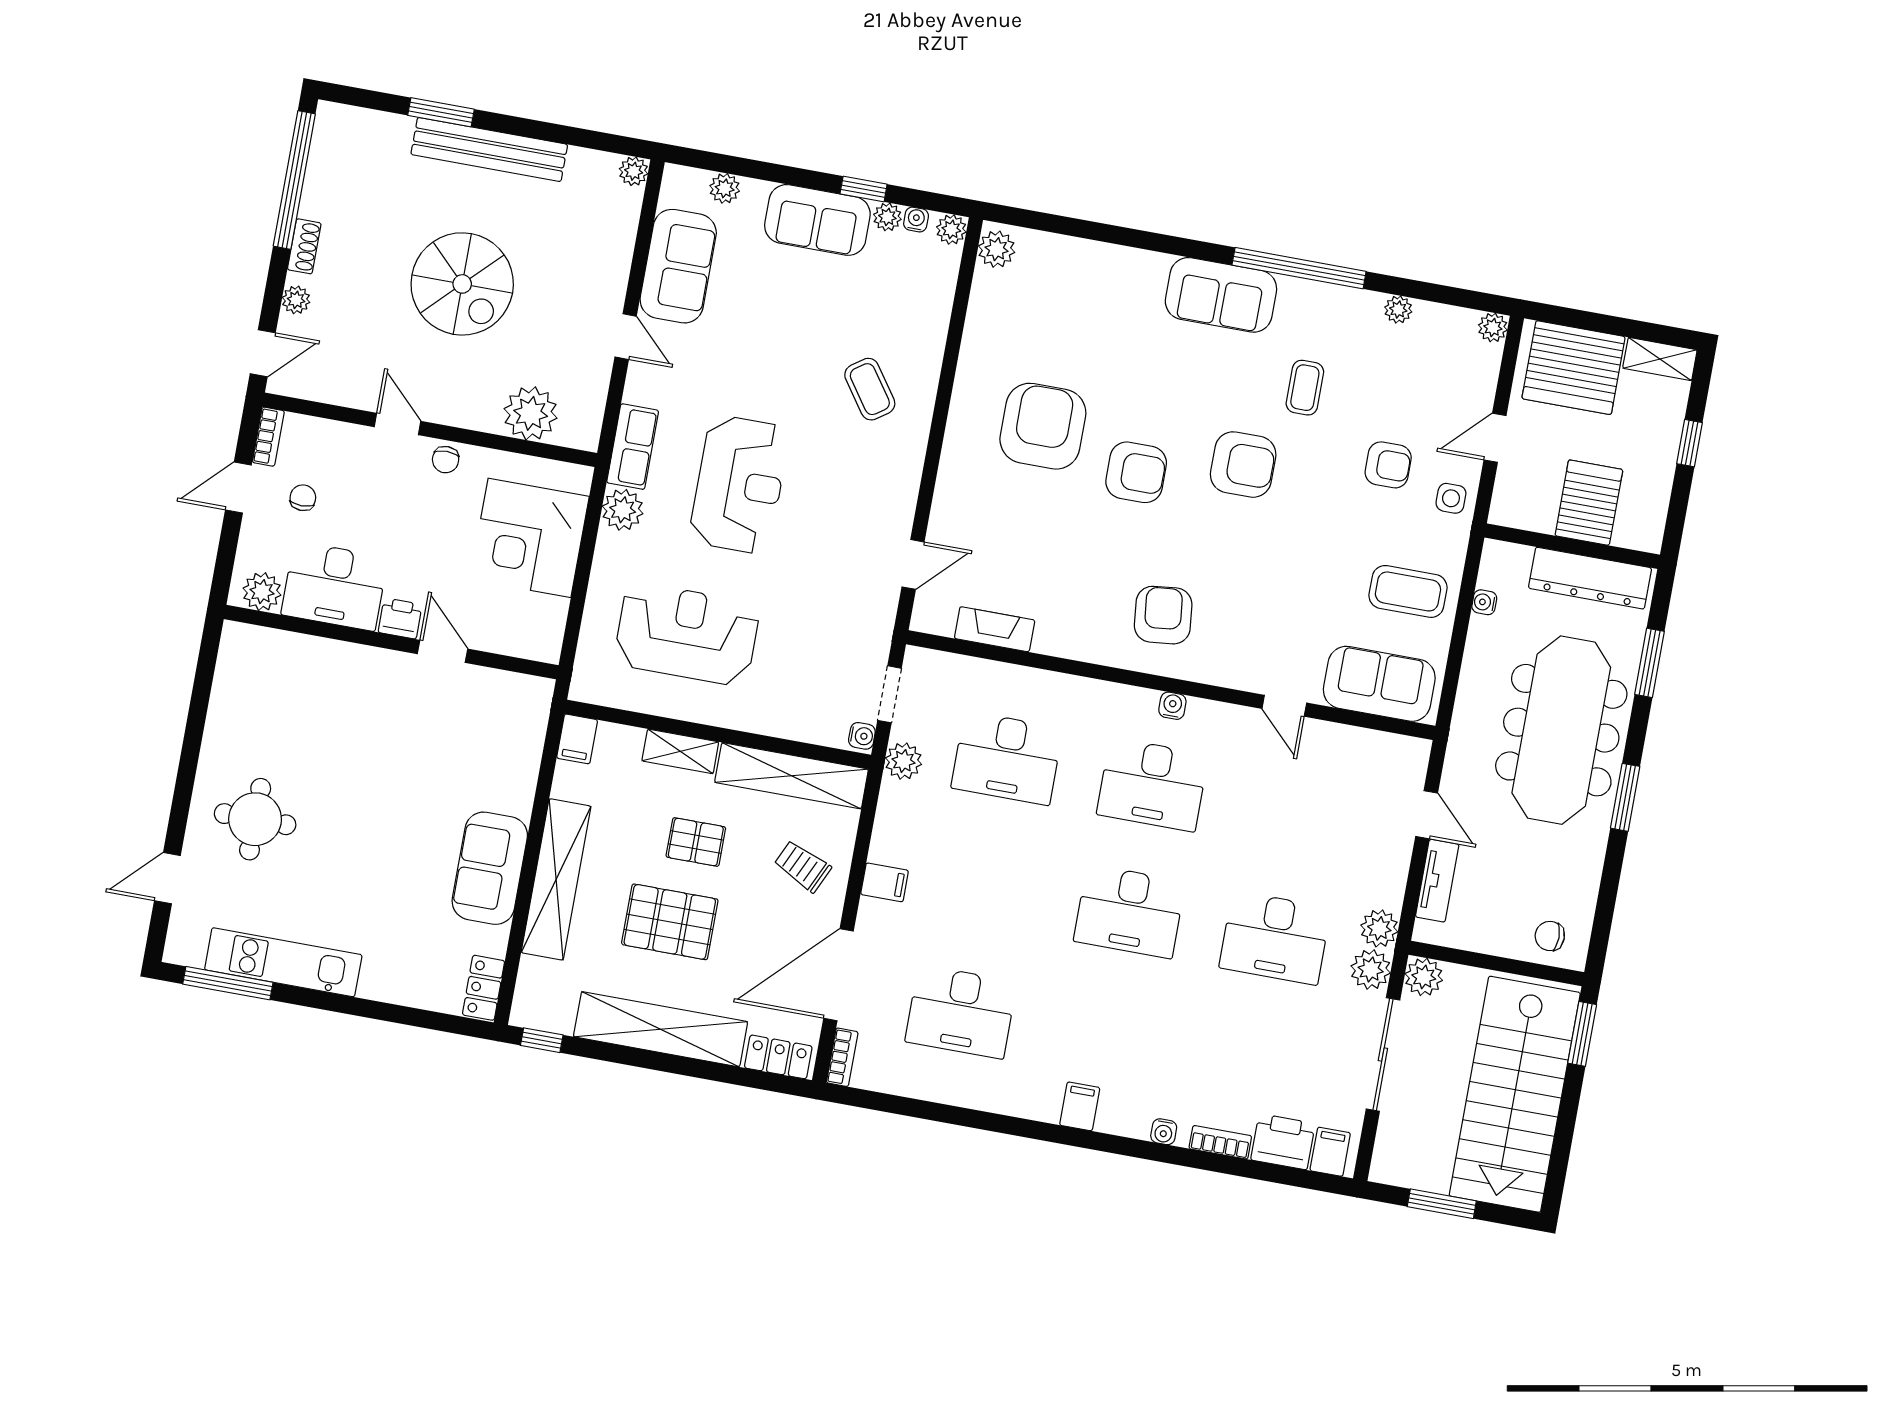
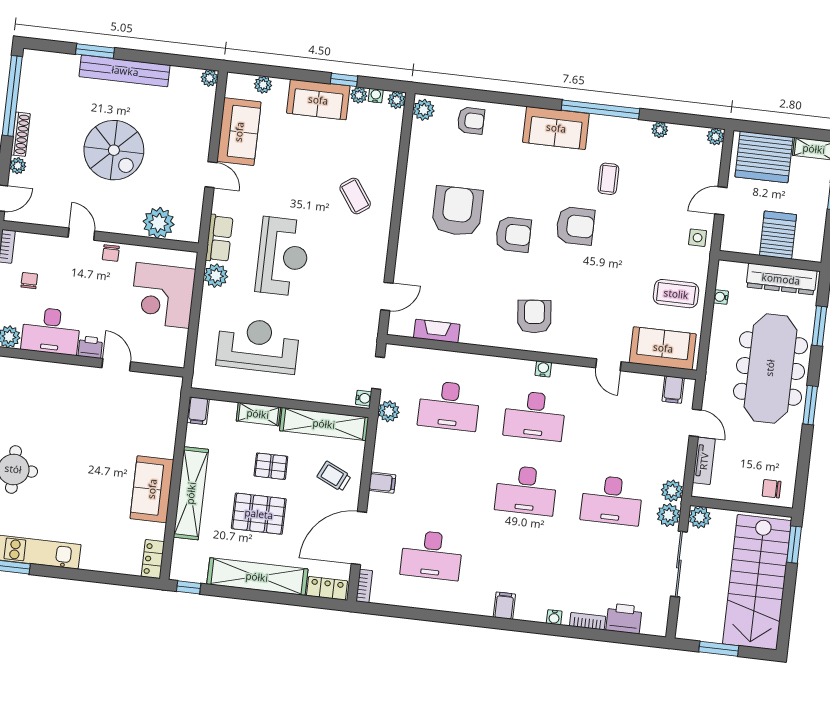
shoe rack: (304, 246) -> (21, 134), width x1.43
armchair: (1388, 465) -> (471, 121), moved
filing cabinet: (1330, 1152) -> (673, 390), moved, turned 180

